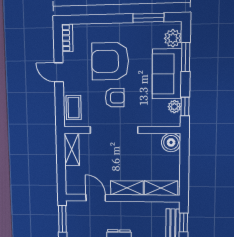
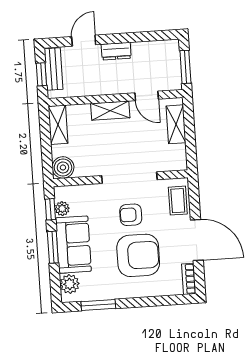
window: (186, 57) -> (53, 247), moved
door: (59, 72) -> (197, 240), width x1.87
shelving: (72, 149) -> (176, 124), moved
shelving: (161, 188) -> (58, 125), moved, turned 90

